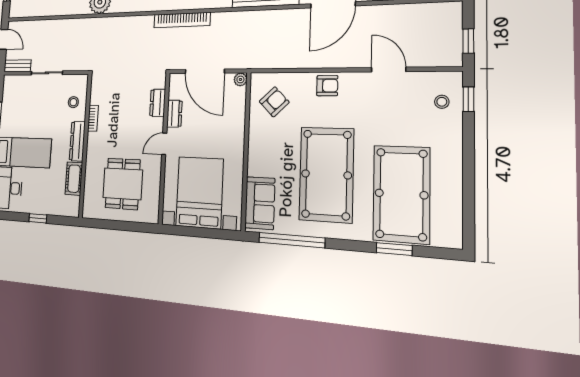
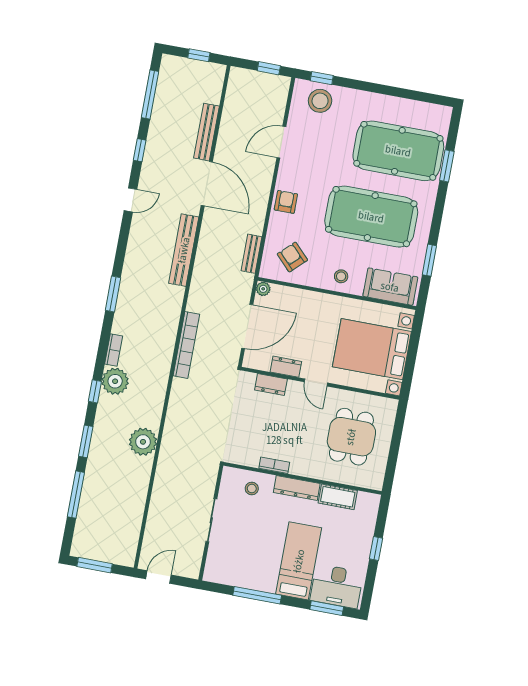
bench: (17, 66) -> (252, 254), moved
stool: (442, 102) -> (320, 101), width x1.89, depth x1.89
stool: (263, 153) -> (341, 276), added
dining table: (123, 184) -> (351, 437), turned 90
window: (292, 240) -> (429, 260), width x0.47

